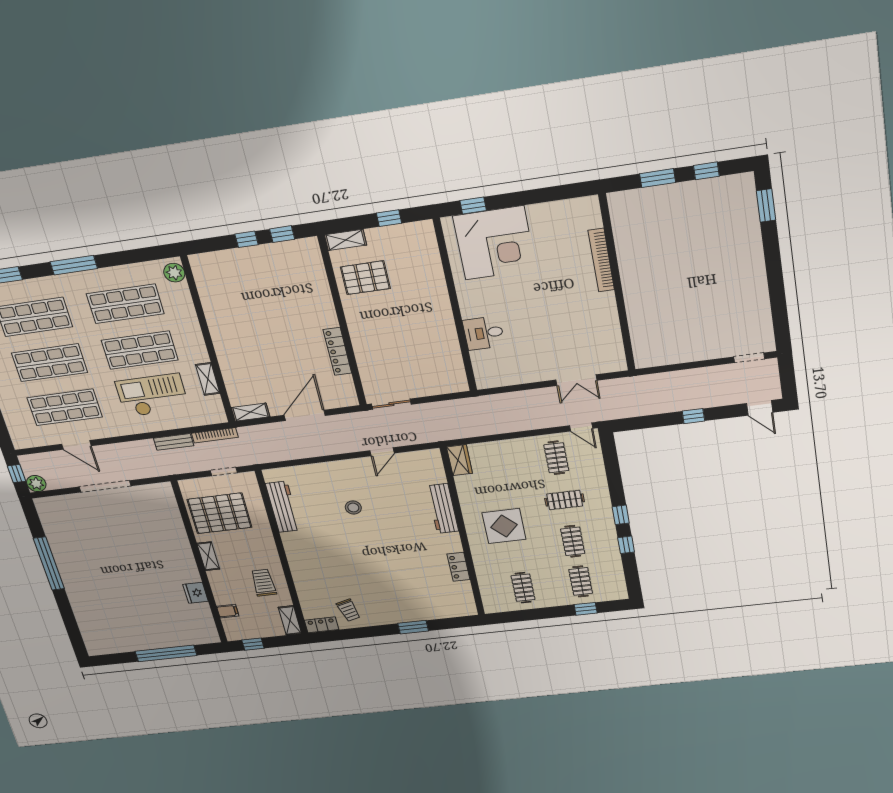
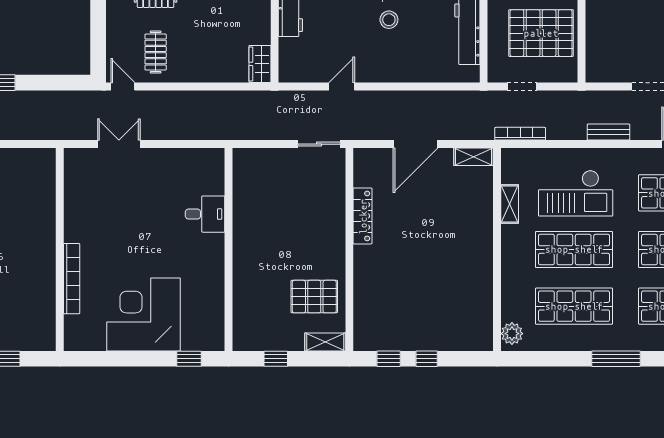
corner desk: (495, 243) -> (143, 314), moved
bench: (174, 442) -> (609, 132), moved

